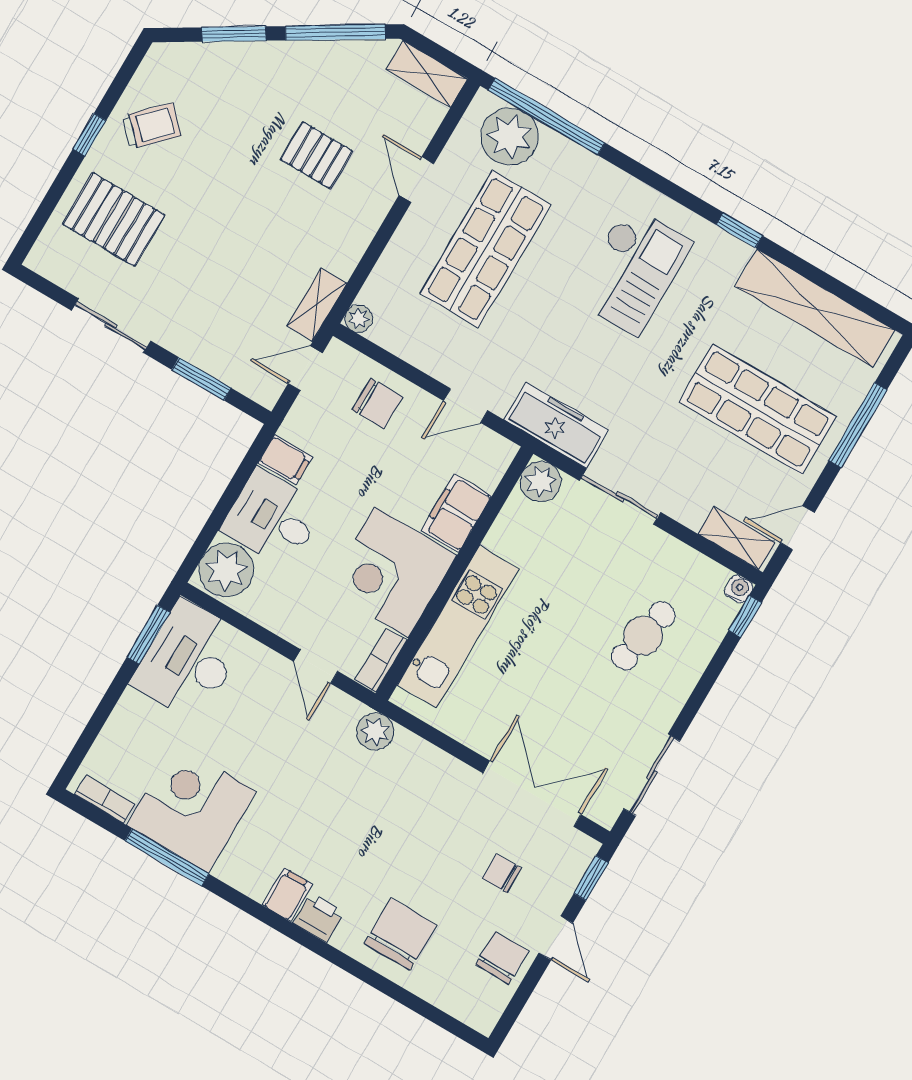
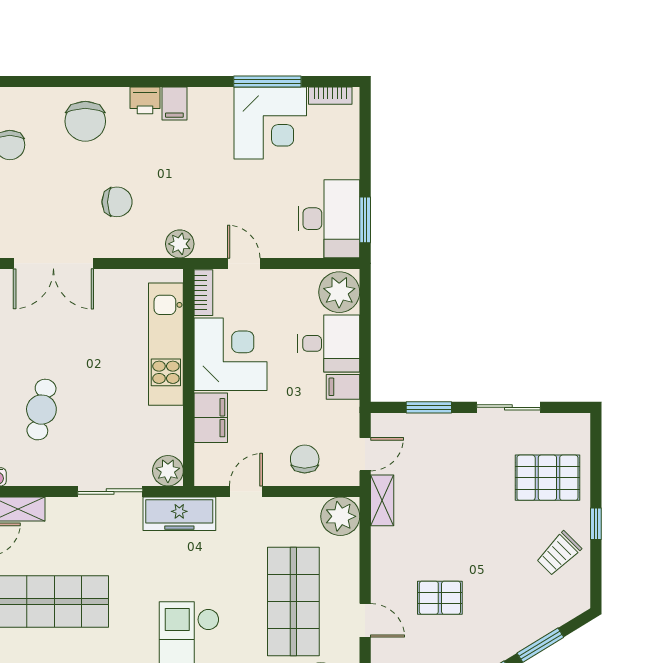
plant: (359, 319) -> (340, 516), width x1.88, depth x1.88
chair: (377, 403) -> (305, 459), turned 90
chair: (502, 873) -> (117, 202), moved, width x1.37, depth x1.37

